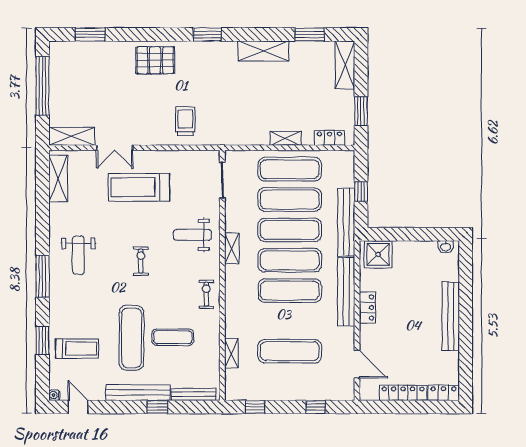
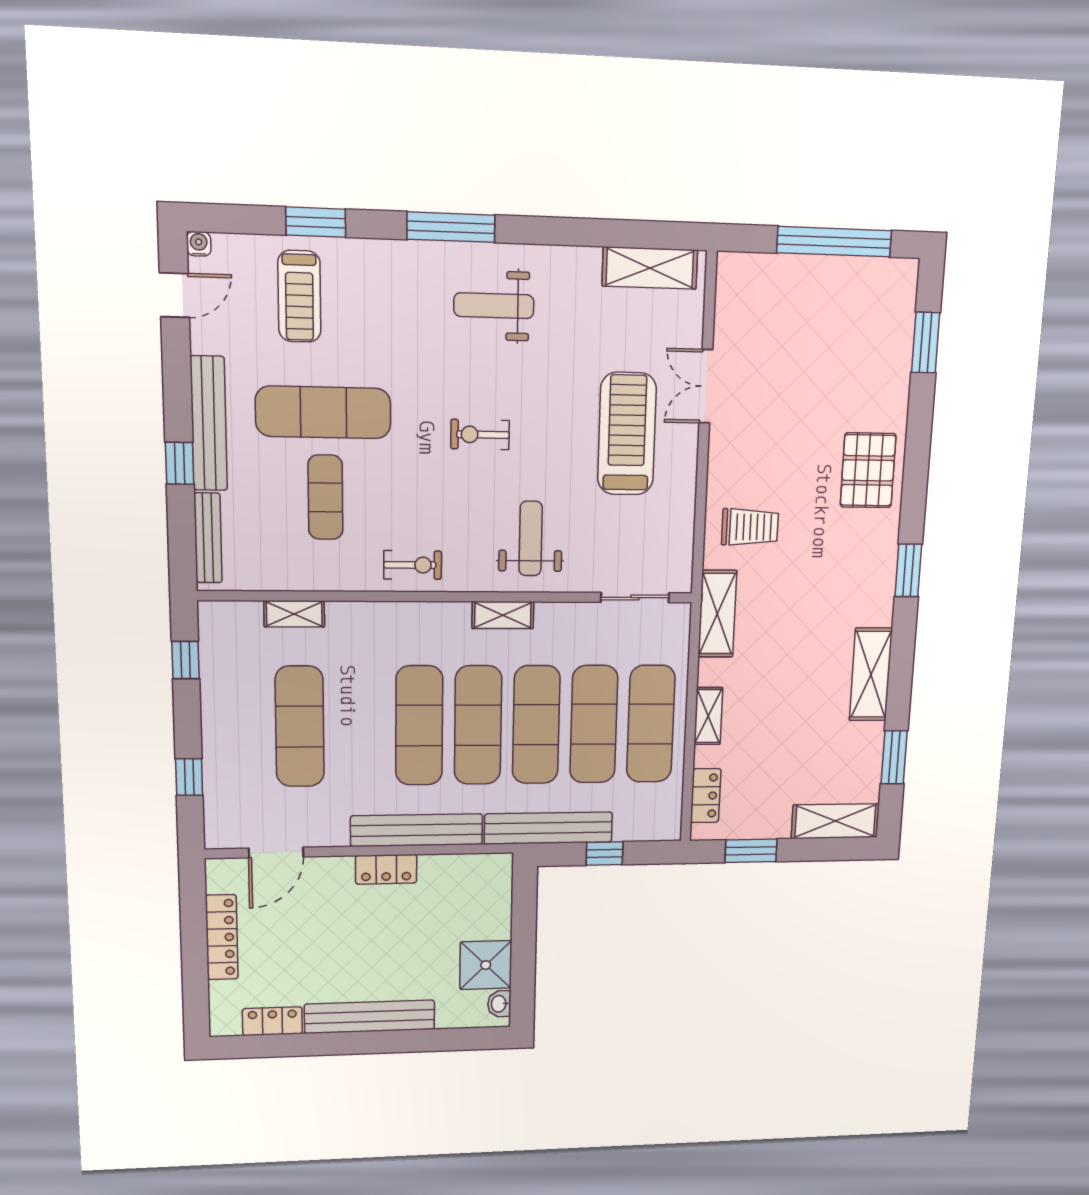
shelving: (72, 136) -> (717, 614), moved
shower: (378, 254) -> (486, 965), moved
exercise bike: (141, 261) -> (480, 435), turned 180
locker: (443, 393) -> (272, 1021), moved, turned -90

